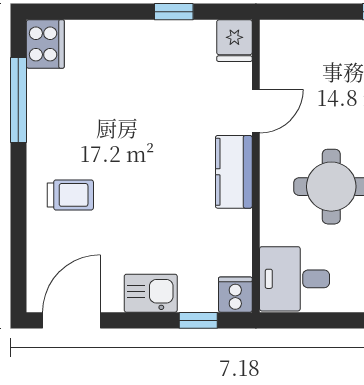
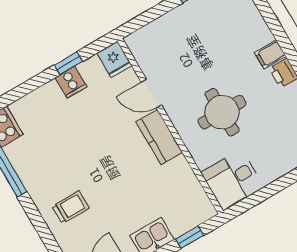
door: (256, 111) -> (151, 94), swing flipped
cooker: (235, 295) -> (71, 82), moved, turned 180

